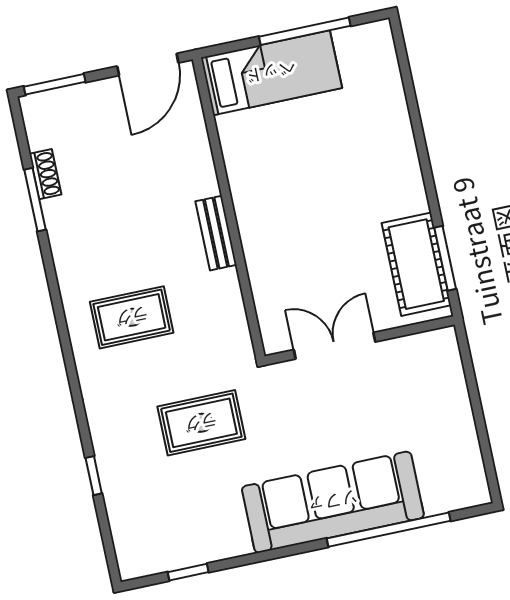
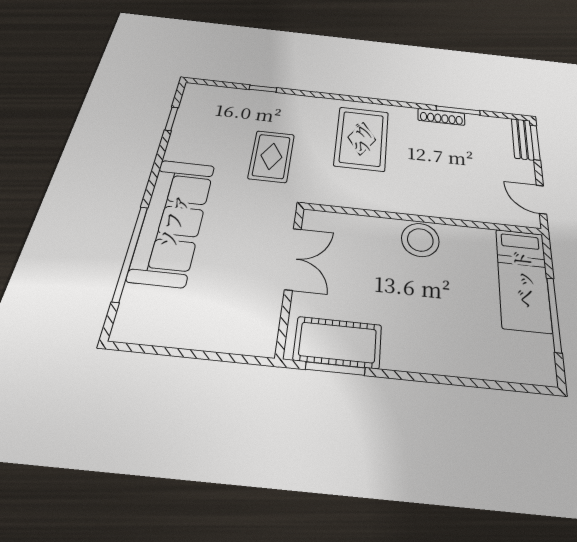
door: (148, 65) -> (541, 200), width x0.73
shoe rack: (45, 174) -> (441, 117), moved, width x1.43
stool: (259, 205) -> (420, 240), added
bench: (216, 233) -> (523, 139), moved, turned 90
rug: (132, 317) -> (362, 139), width x1.36, depth x1.43

